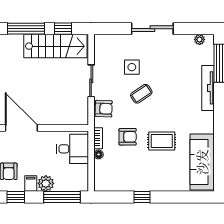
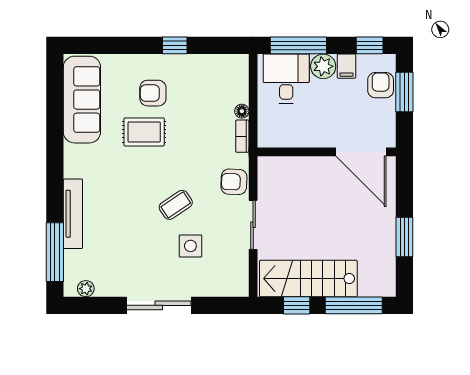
armchair: (128, 137) -> (153, 93), moved
desk: (72, 149) -> (286, 79), moved, turned 90

